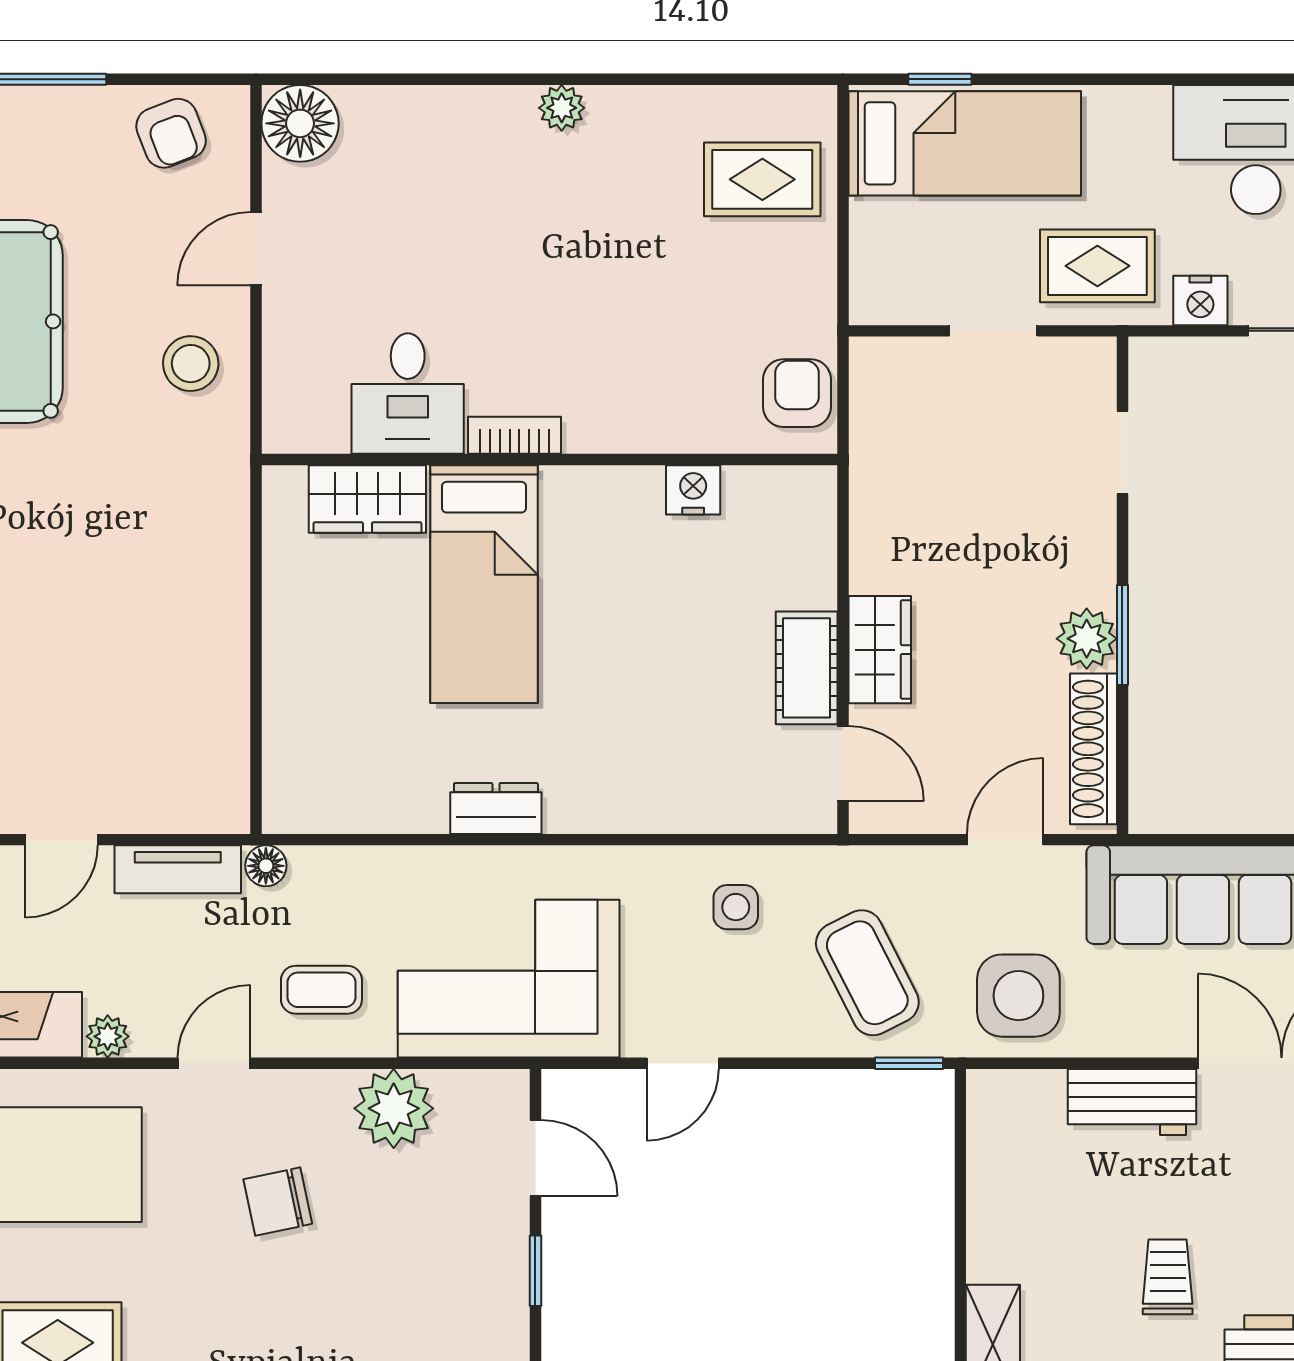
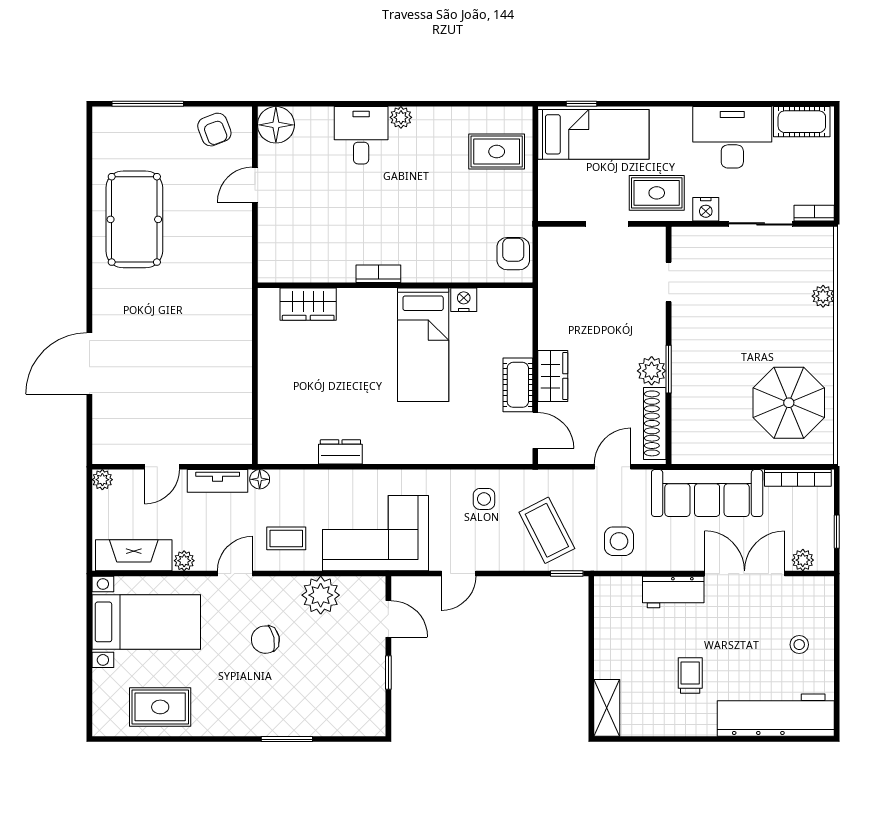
stool: (191, 364) -> (224, 239), removed
desk: (408, 394) -> (361, 135), moved, turned 180
bed: (484, 584) -> (423, 345), moved
dresser: (496, 808) -> (340, 452), moved
side table: (1018, 996) -> (619, 541), width x0.73, depth x0.73

